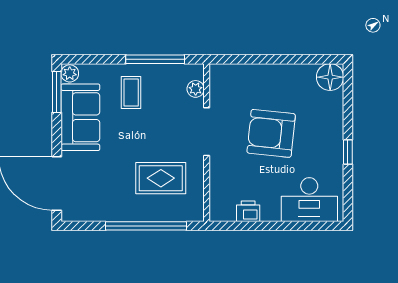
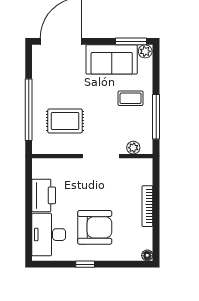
bookcase: (272, 70) -> (147, 206), added
floor lamp: (330, 77) -> (147, 255), width x0.53, depth x0.53
armchair: (271, 133) -> (95, 227), moved, turned 84
rug: (161, 178) -> (65, 121), turned 90
printer: (248, 211) -> (44, 195), width x1.87, depth x1.48

